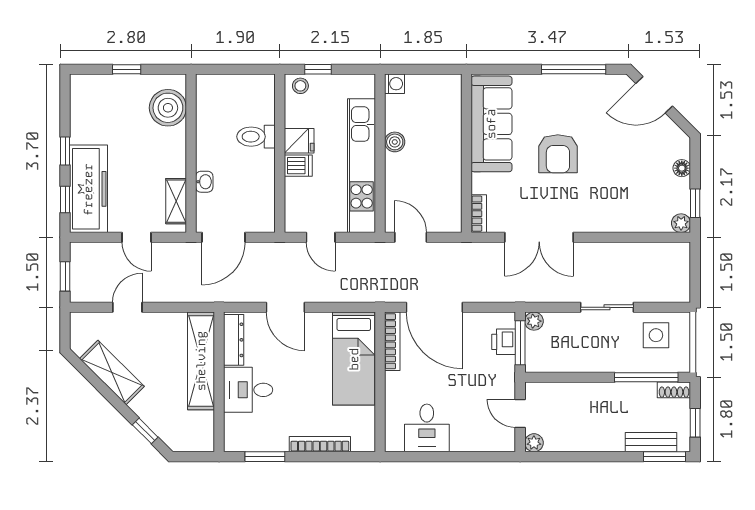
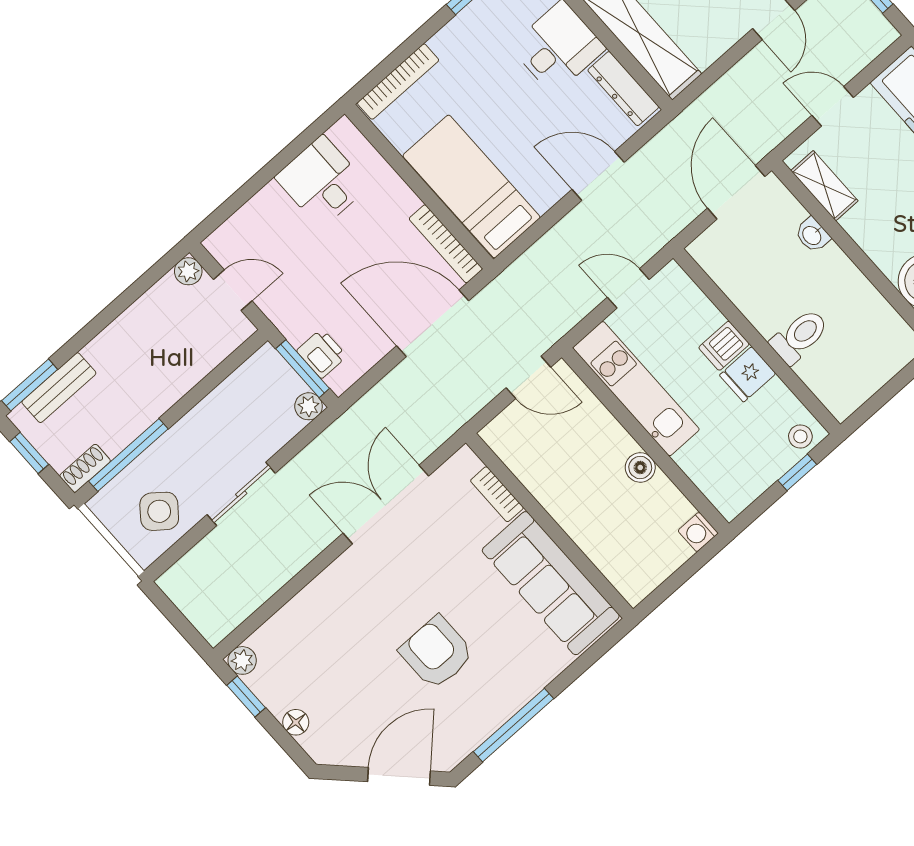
armchair: (558, 154) -> (437, 653), moved
kitchen unit: (362, 166) -> (636, 389), width x0.73
bookcase: (479, 214) -> (497, 494), moved
side table: (656, 335) -> (159, 511), turned 38
bookcase: (320, 444) -> (398, 82), moved

